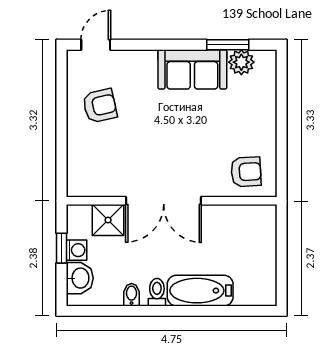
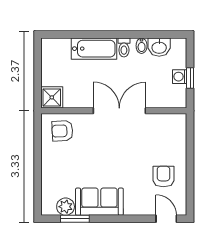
door: (96, 45) -> (166, 219), swing flipped
armchair: (100, 106) -> (163, 176), turned 103
shower: (108, 220) -> (52, 97), moved
washbasin: (80, 278) -> (159, 47), moved, turned -90

